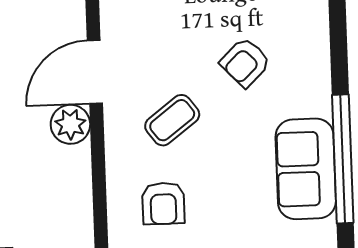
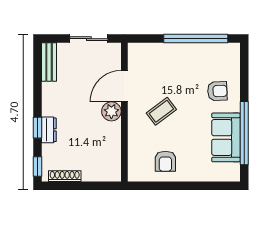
armchair: (245, 62) -> (217, 91), moved, turned -138
armchair: (163, 203) -> (165, 161), moved

